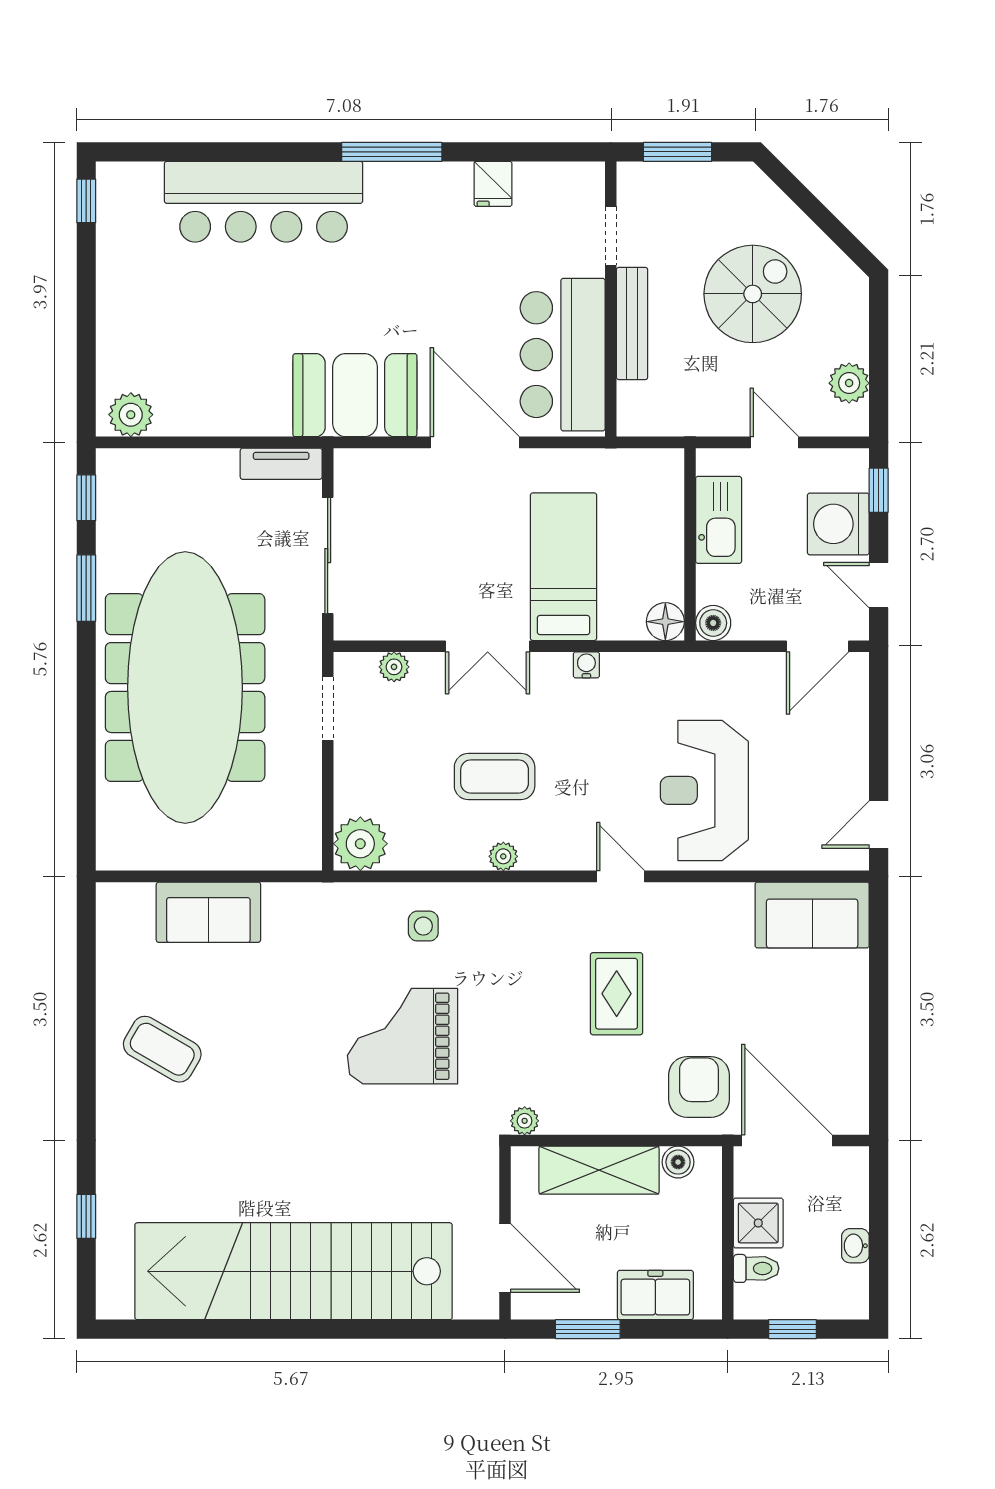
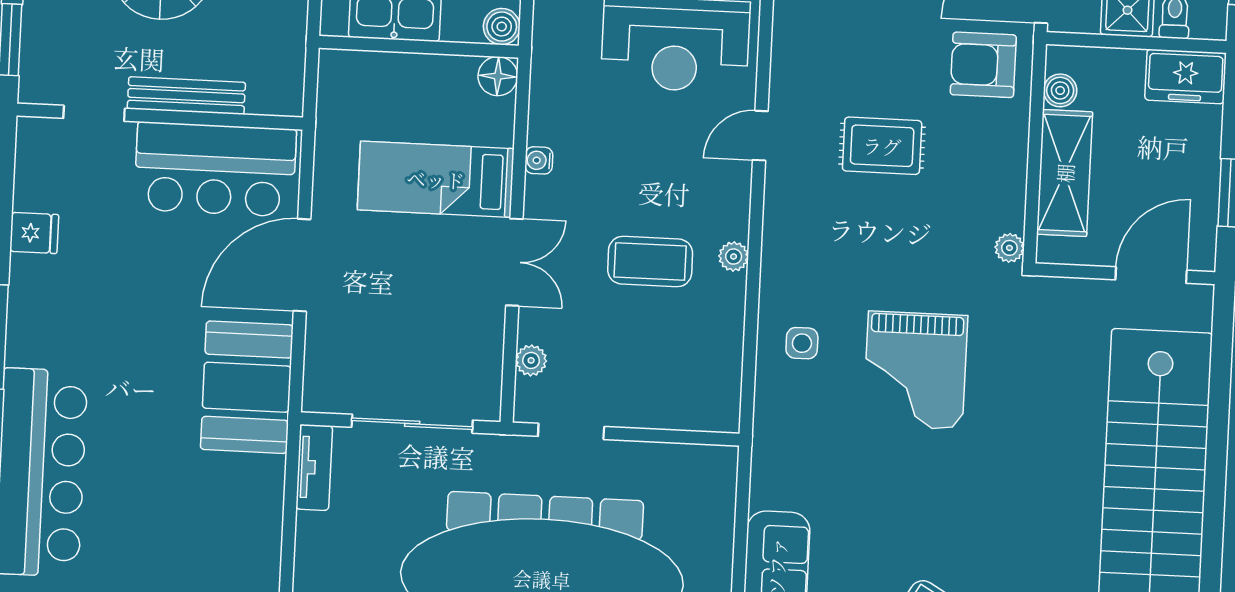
coffee table: (495, 776) -> (650, 261), turned 90
plant: (360, 844) -> (713, 404), removed
freezer: (655, 1295) -> (1186, 76), moved, turned -90

